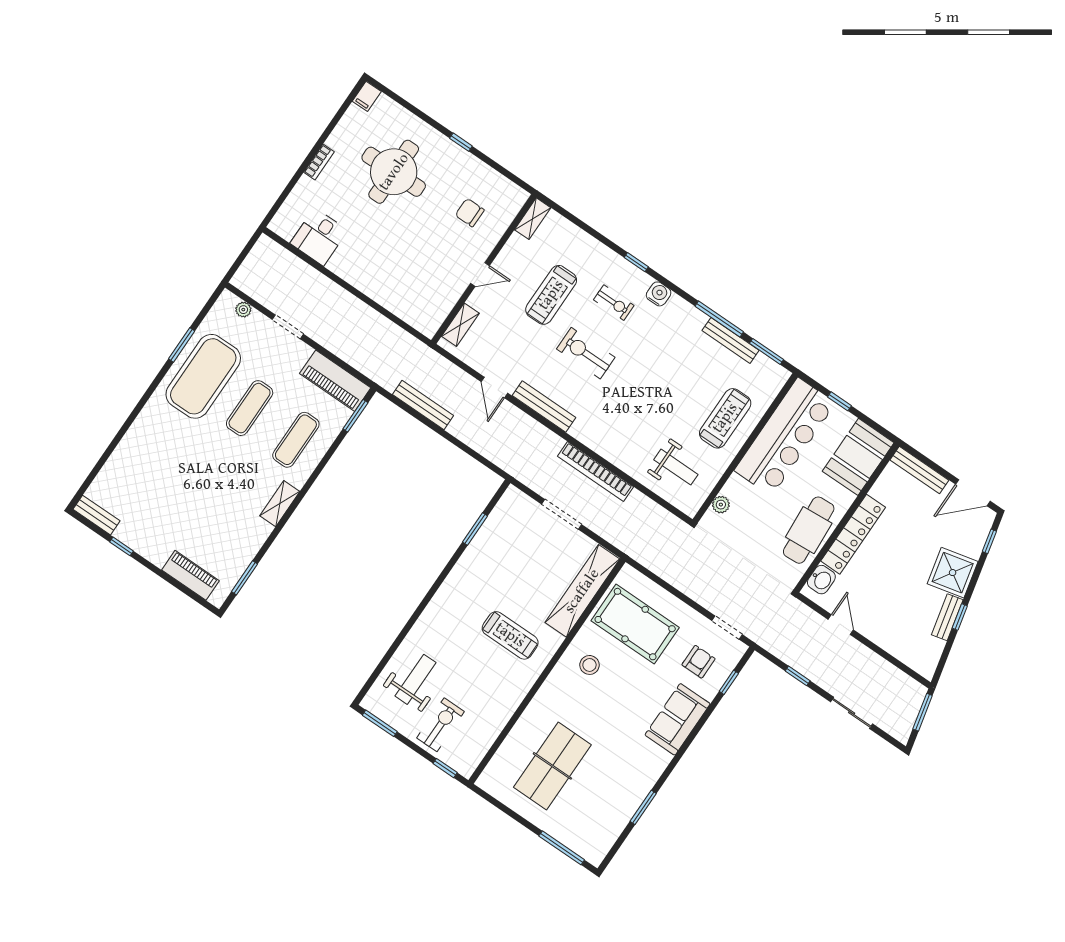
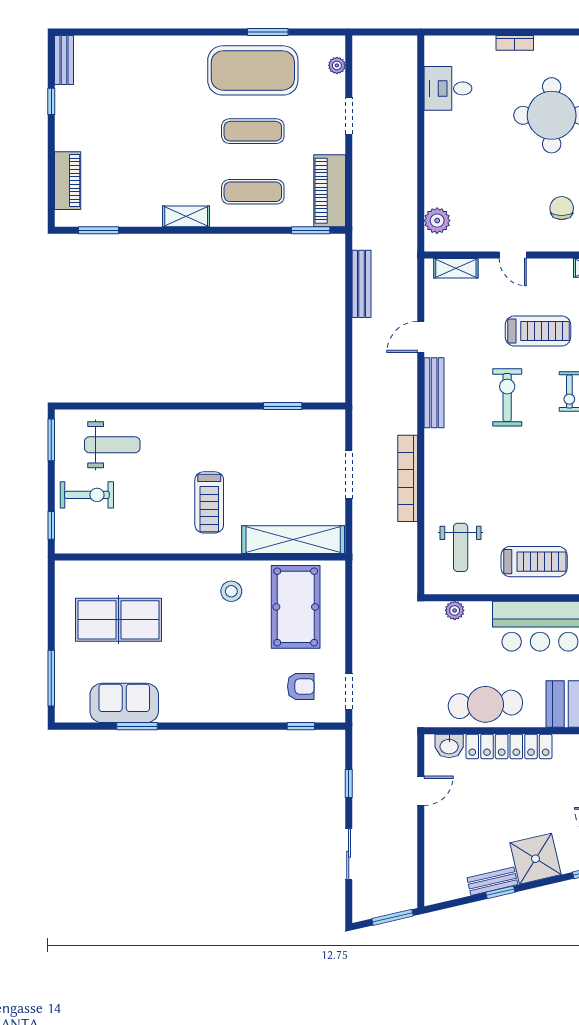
treadmill: (551, 295) -> (538, 331), turned 180
plant: (414, 314) -> (437, 221), added
sofa: (678, 719) -> (124, 703), moved

